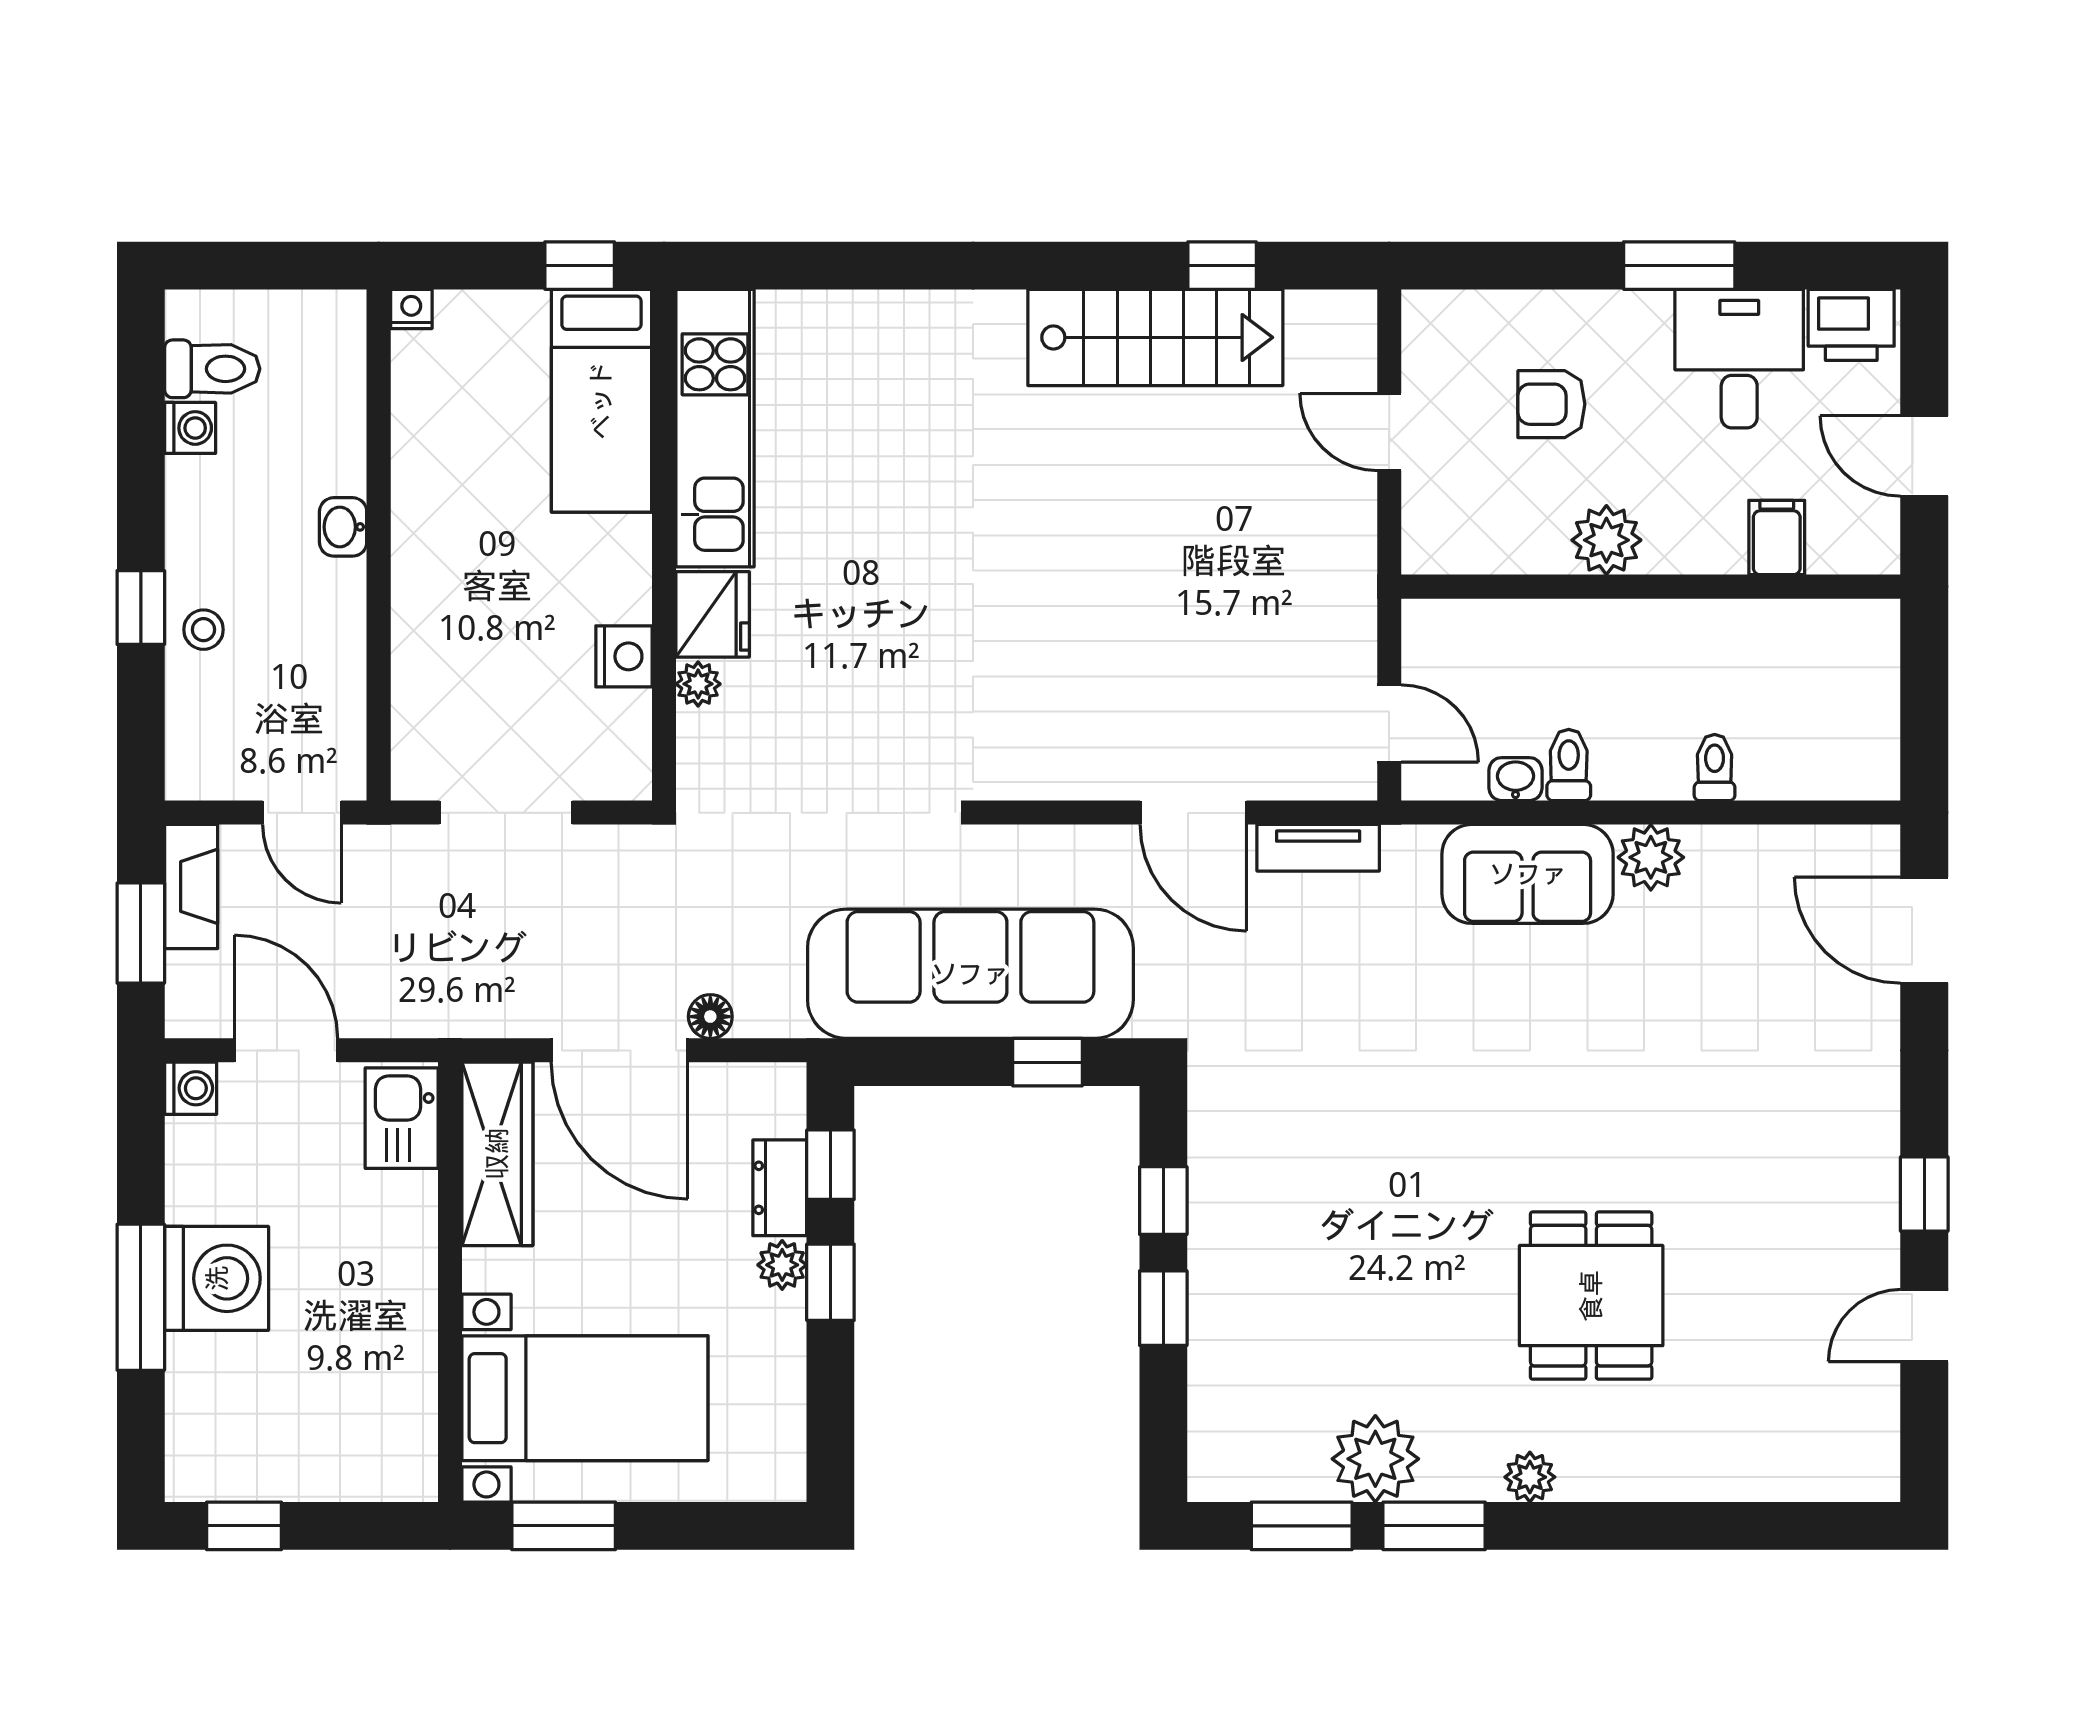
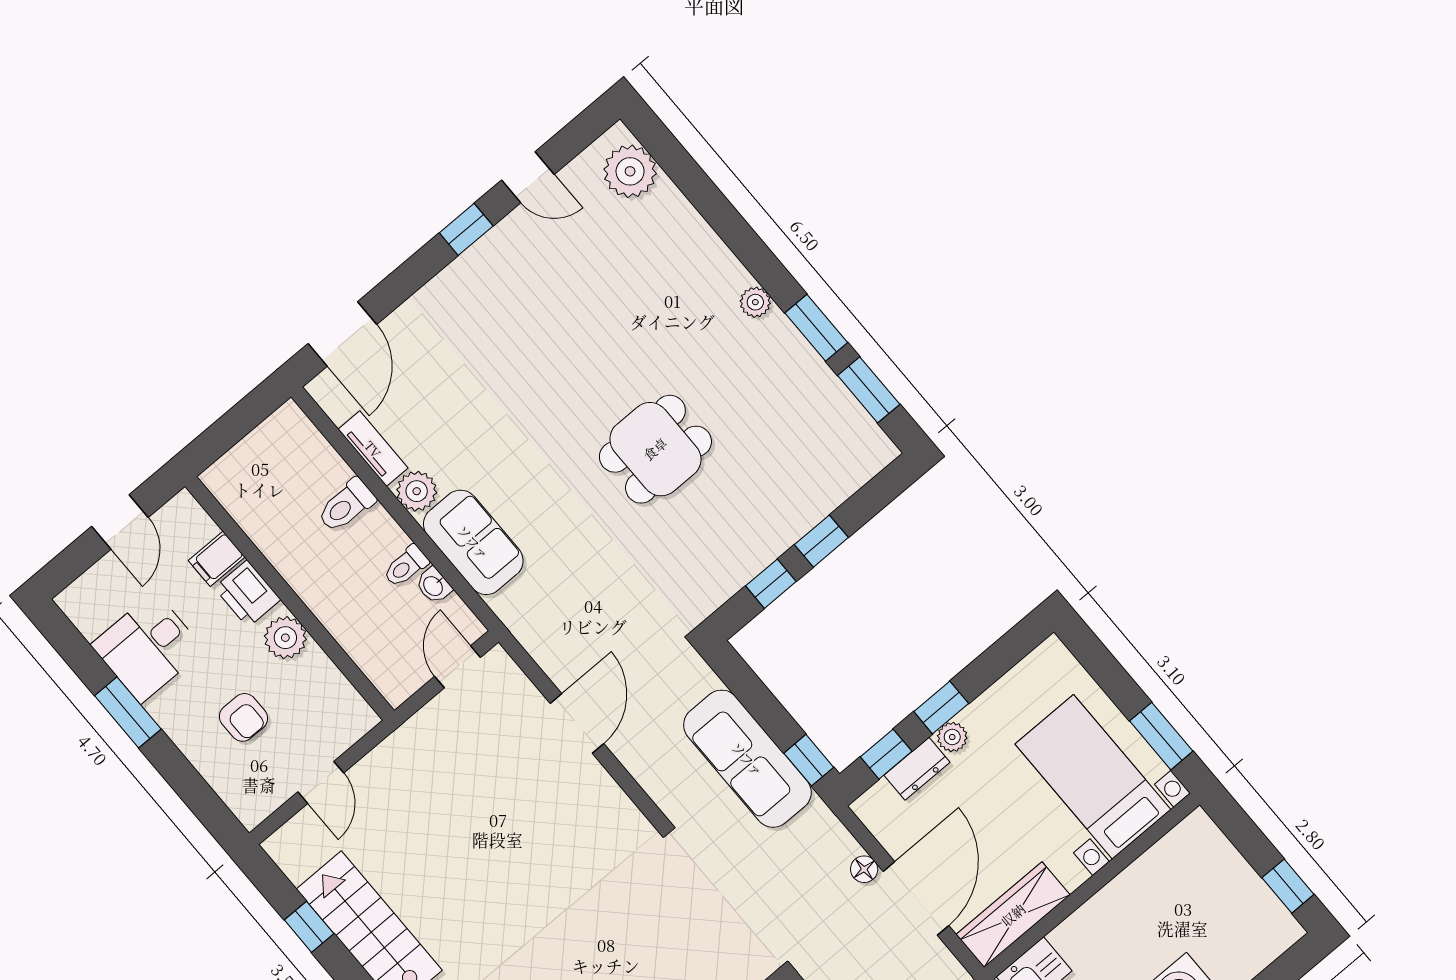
printer: (1851, 325) -> (247, 594), moved, turned 180
toilet: (1715, 768) -> (346, 505), width x1.37, depth x1.39
tv unit: (1318, 848) -> (373, 449), moved
sofa: (970, 974) -> (747, 759), width x0.74, depth x0.79
window: (1047, 1062) -> (809, 760), moved
dining table: (1591, 1296) -> (655, 449), moved
plant: (1375, 1459) -> (630, 171), moved

